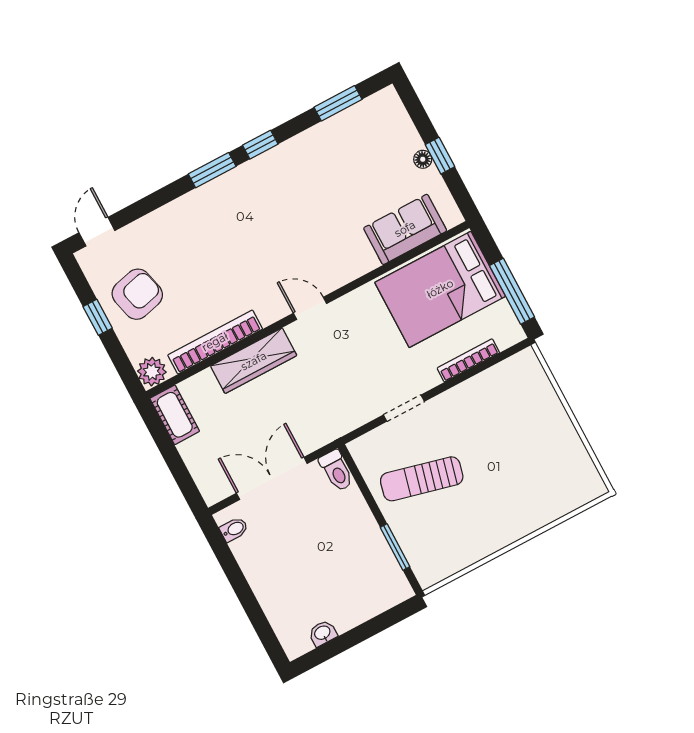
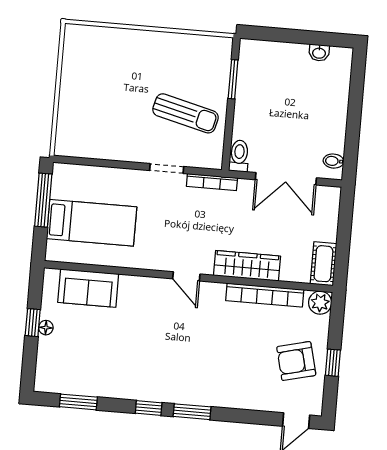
bed: (440, 289) -> (92, 223), width x0.67
bookcase: (468, 360) -> (212, 182), moved

